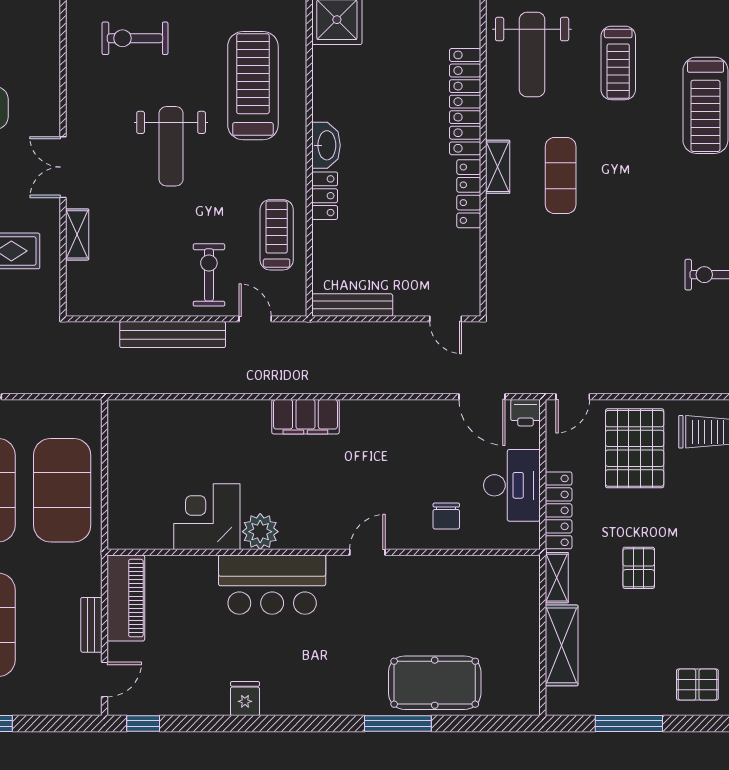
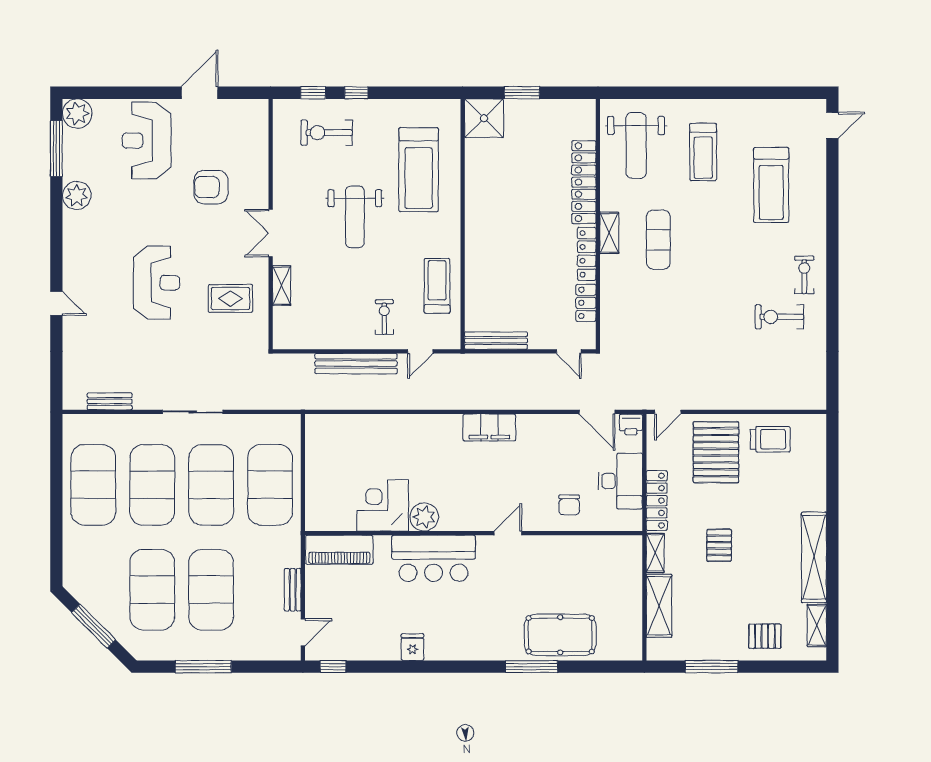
treadmill: (253, 86) -> (419, 170), turned 180
washbasin: (326, 145) -> (476, 216), removed
locker: (325, 196) -> (586, 303), moved, turned 180
exercise bike: (209, 275) -> (384, 317), width x0.73, depth x0.72
door: (255, 319) -> (420, 351), swing flipped
filing cabinet: (305, 417) -> (489, 428), moved
piano: (126, 598) -> (339, 550), moved, turned 90

